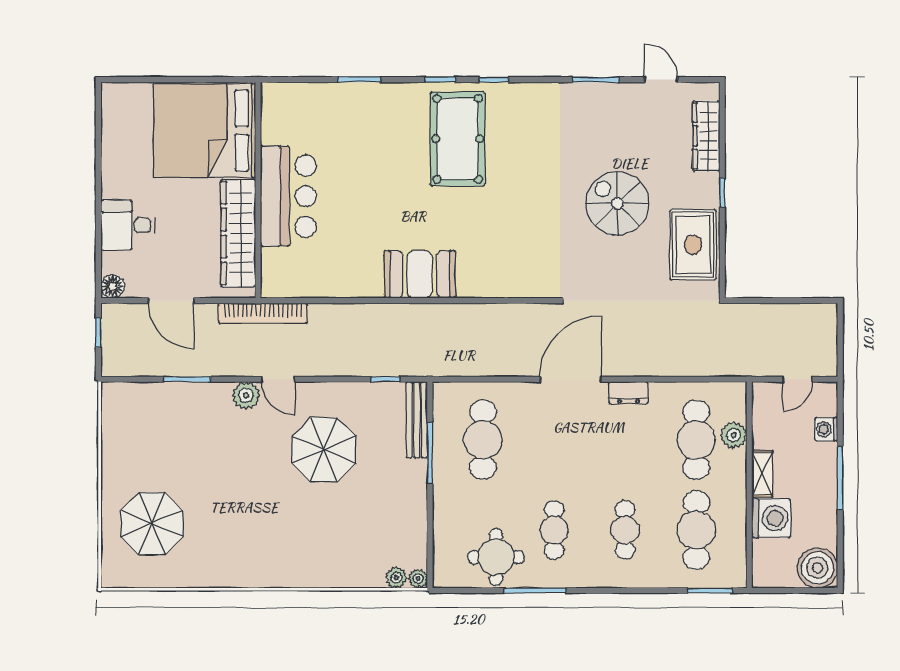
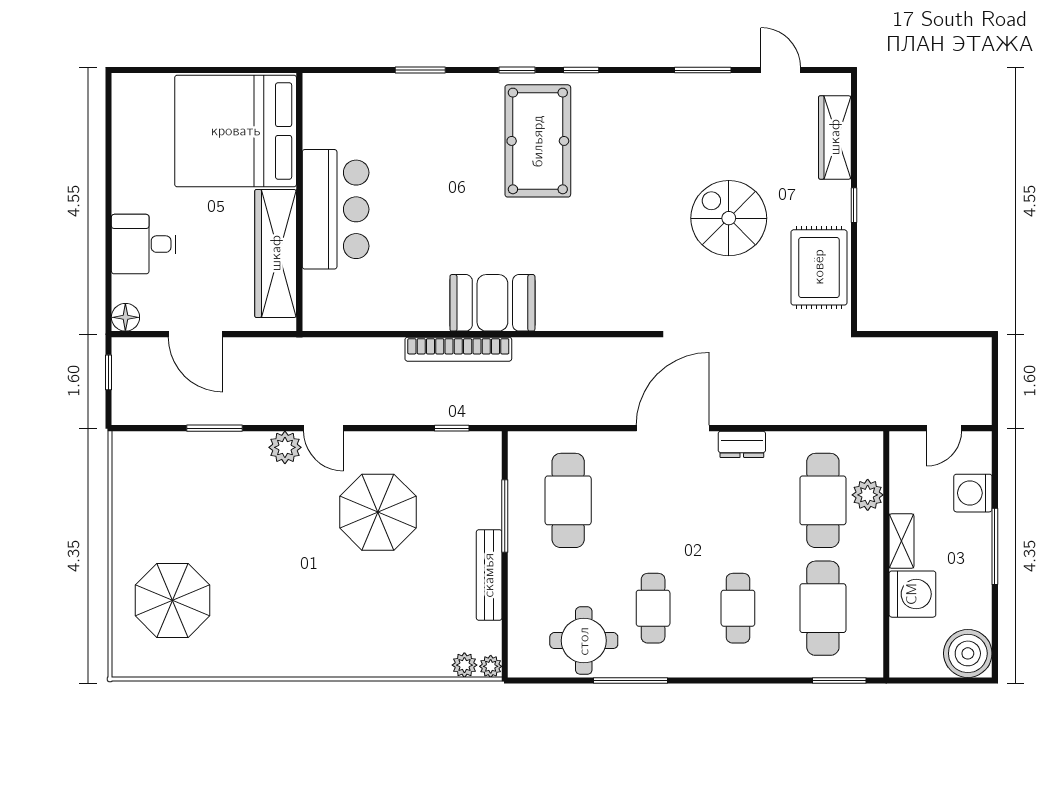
bookcase: (263, 313) -> (458, 349), moved
bench: (417, 420) -> (489, 575), moved
washing machine: (826, 429) -> (973, 493), width x1.38, depth x1.38

